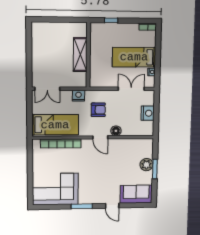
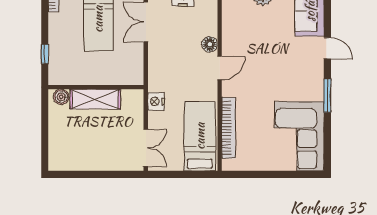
boiler: (82, 31) -> (61, 97), added
armchair: (98, 110) -> (177, 72), removed
door: (112, 206) -> (327, 48), hinge flipped

